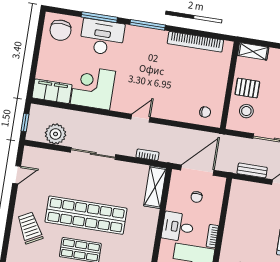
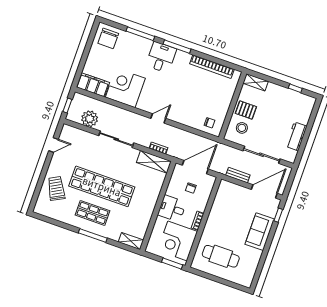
desk: (102, 37) -> (161, 57), moved, width x0.73
shelving: (155, 187) -> (154, 162), moved, turned 90

